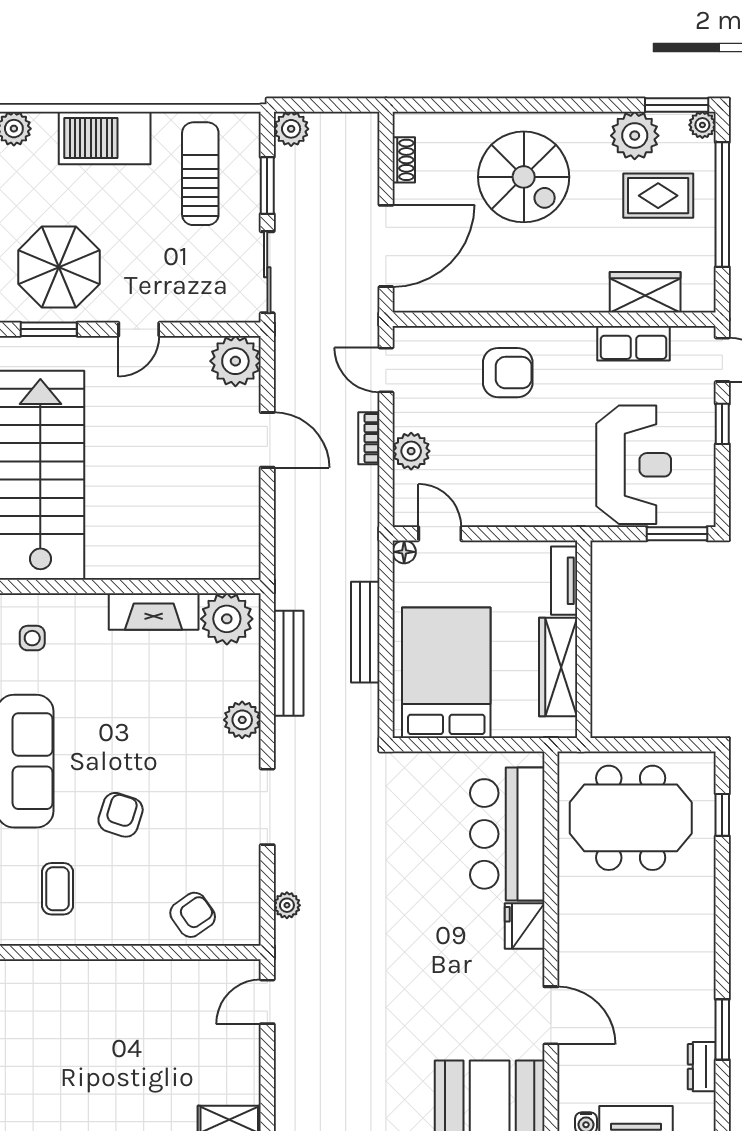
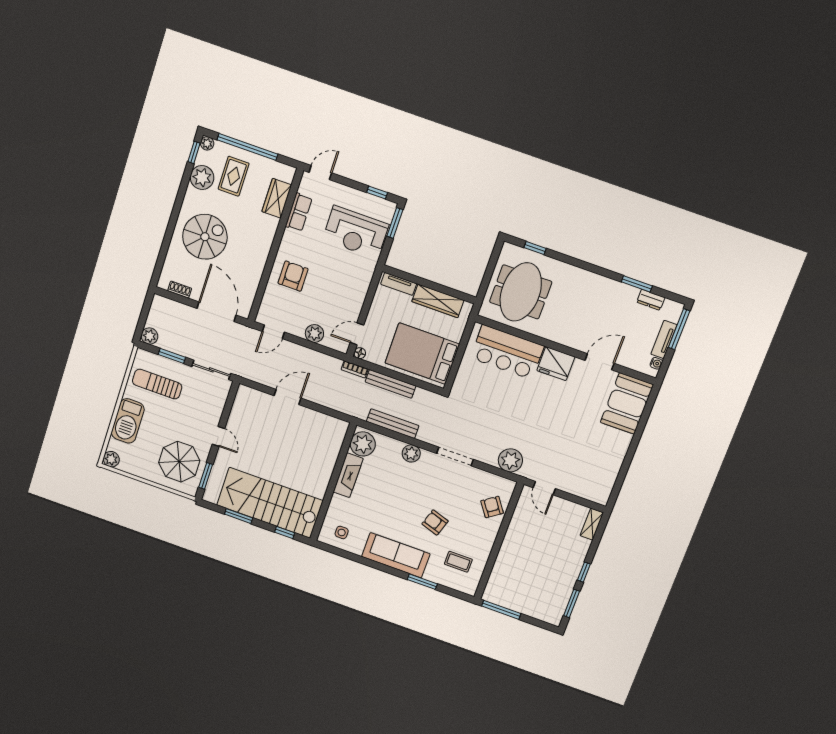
window: (677, 105) -> (194, 152), width x0.67
plant: (235, 361) -> (247, 398), removed
window: (722, 424) -> (377, 193), moved
bookcase: (369, 438) -> (355, 369), moved
reception desk: (634, 465) -> (356, 232), turned 180
plant: (287, 905) -> (510, 460), width x1.88, depth x1.88
fridge: (525, 926) -> (556, 364), width x1.36, depth x1.34

